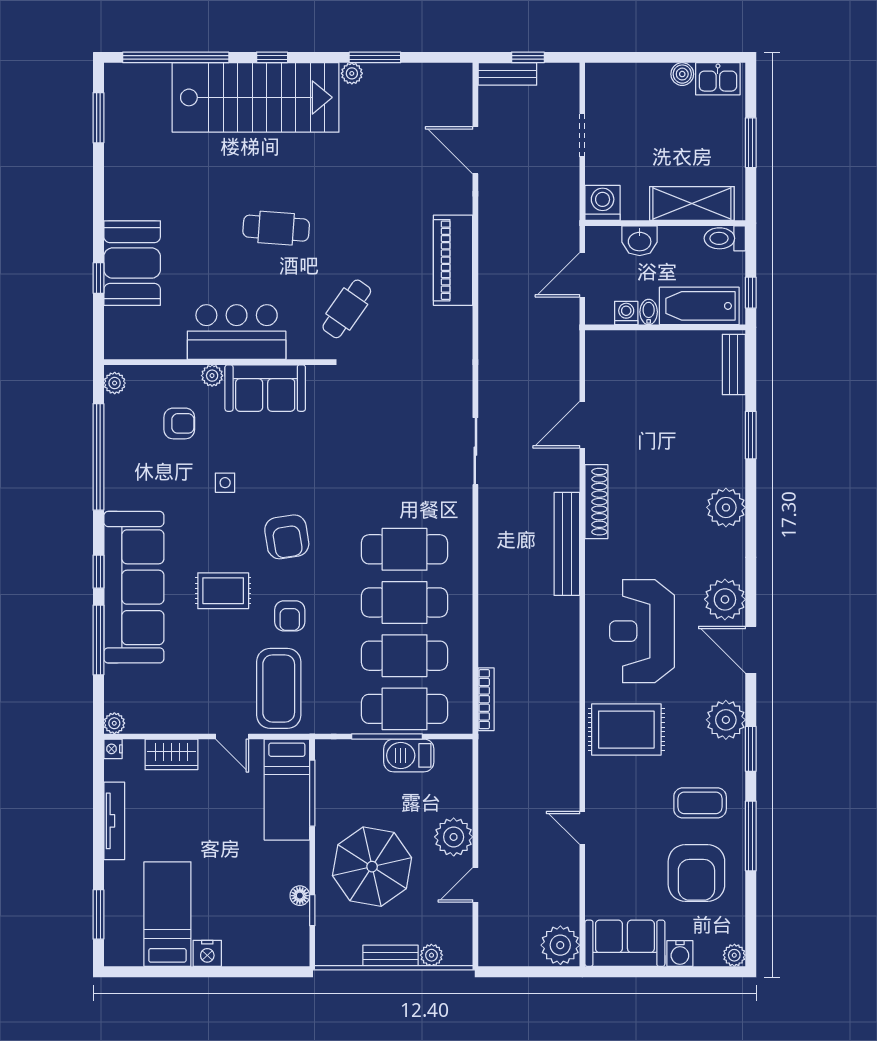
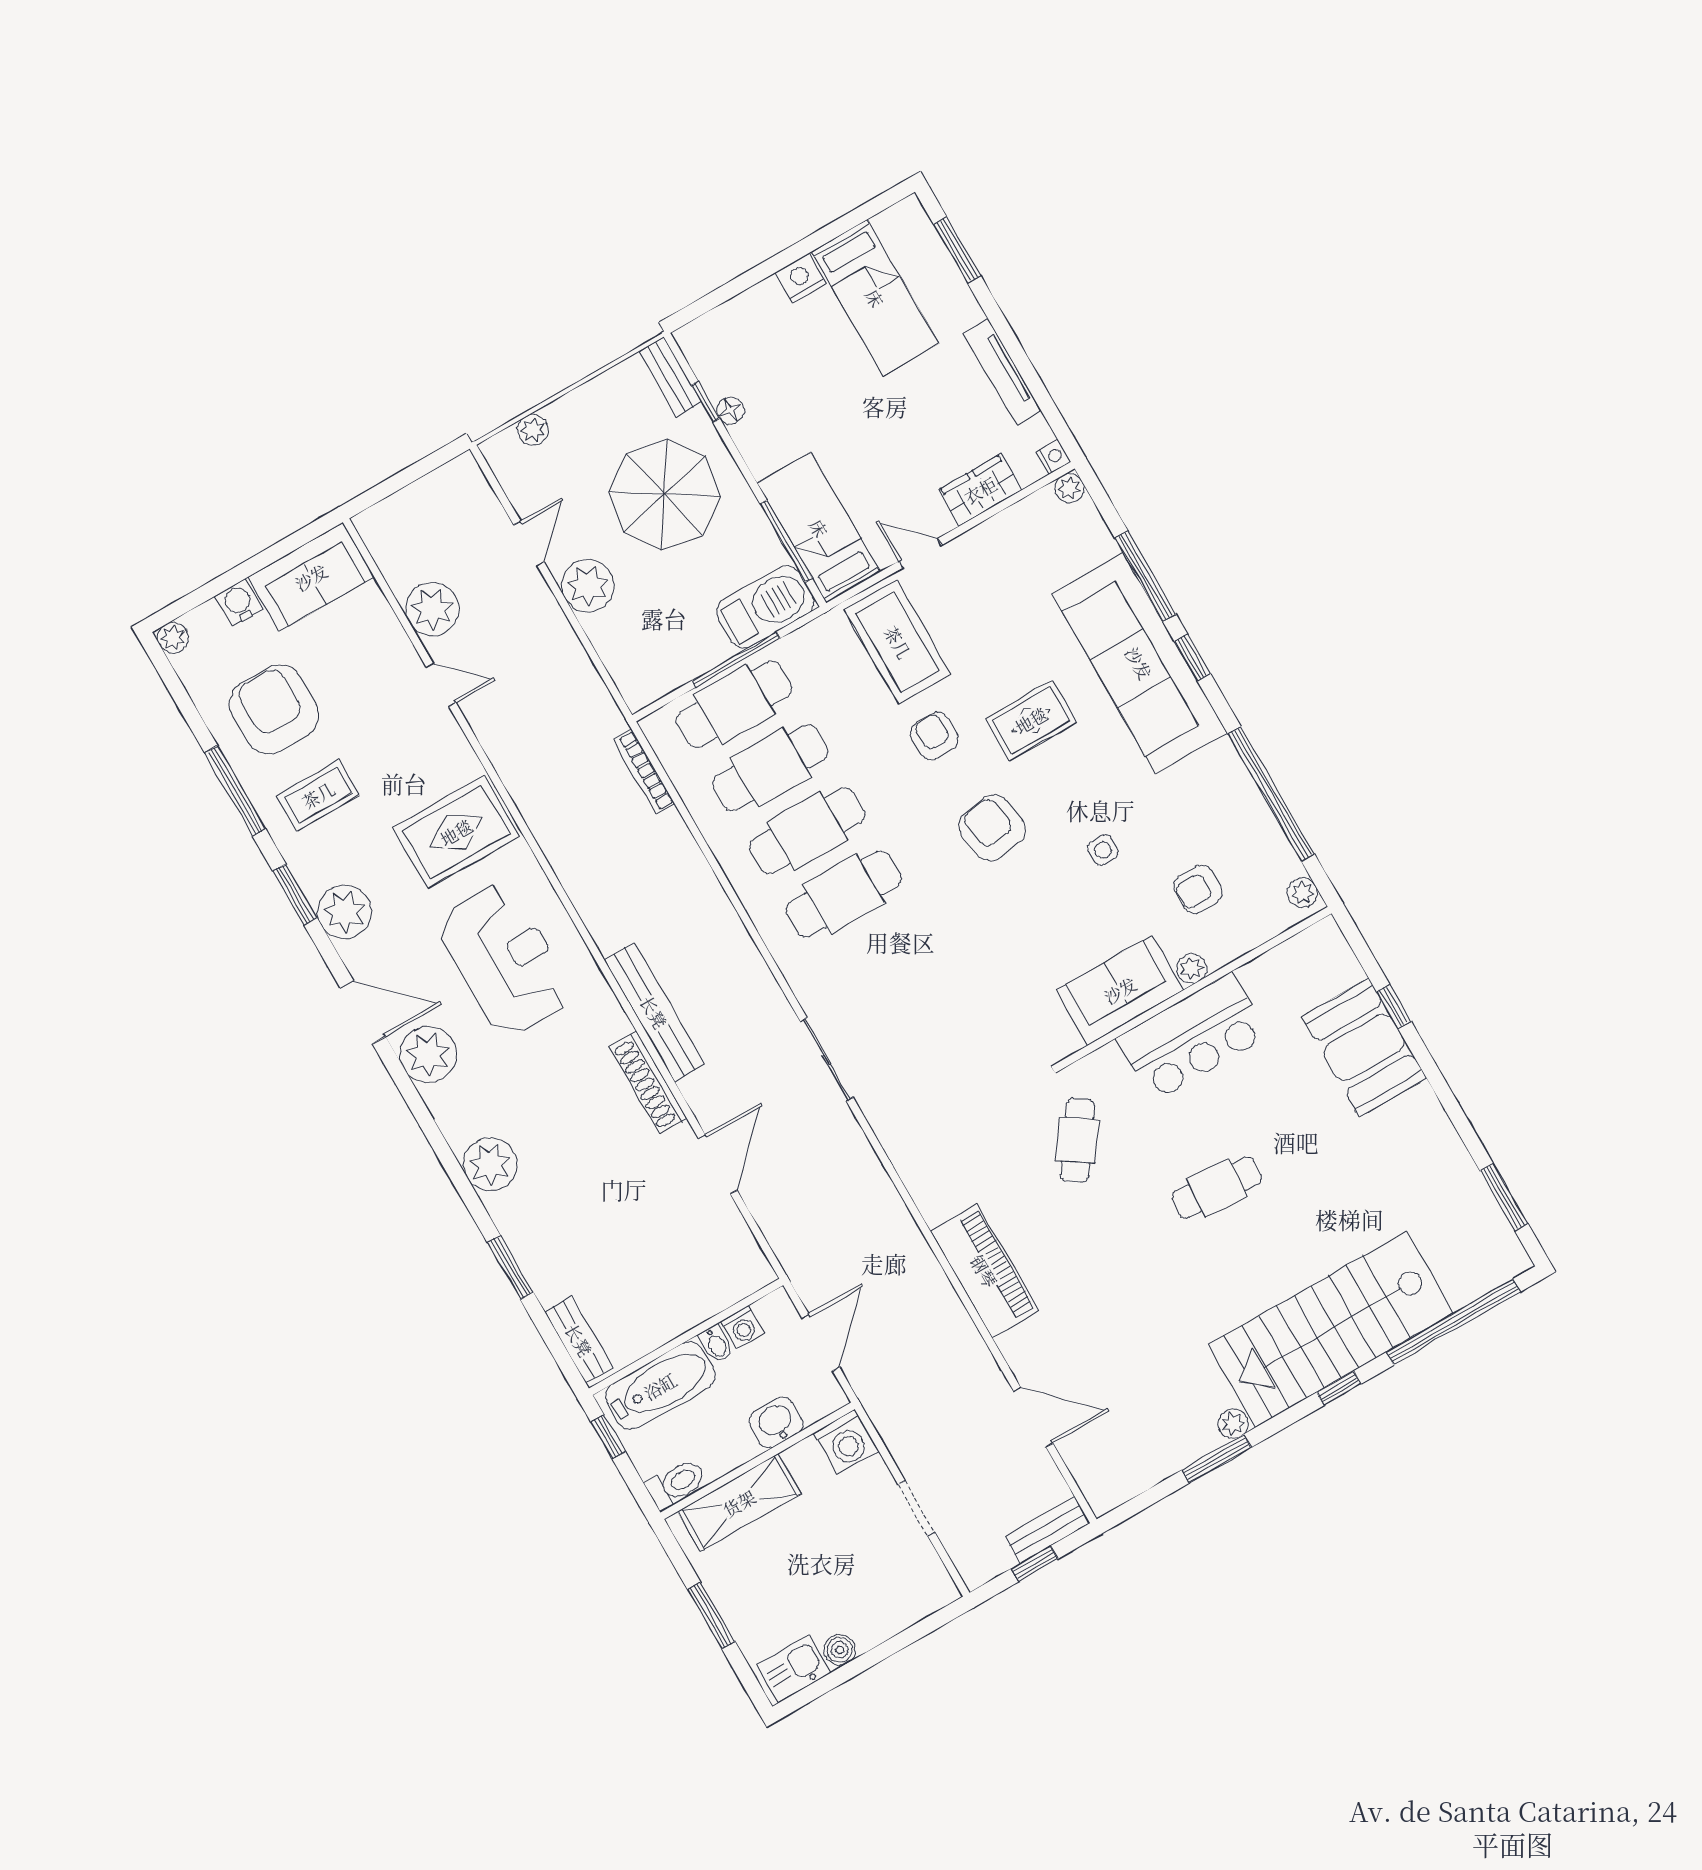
barbecue: (409, 755) -> (765, 607), moved, width x1.37, depth x1.21
plant: (560, 945) -> (432, 609), moved
bench: (391, 956) -> (670, 377), moved, turned 90

